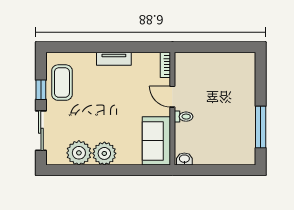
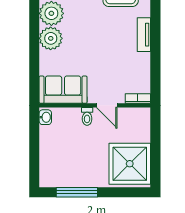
tv unit: (114, 59) -> (144, 35), moved
shower: (232, 73) -> (130, 164), added
door: (172, 97) -> (107, 105), swing flipped

